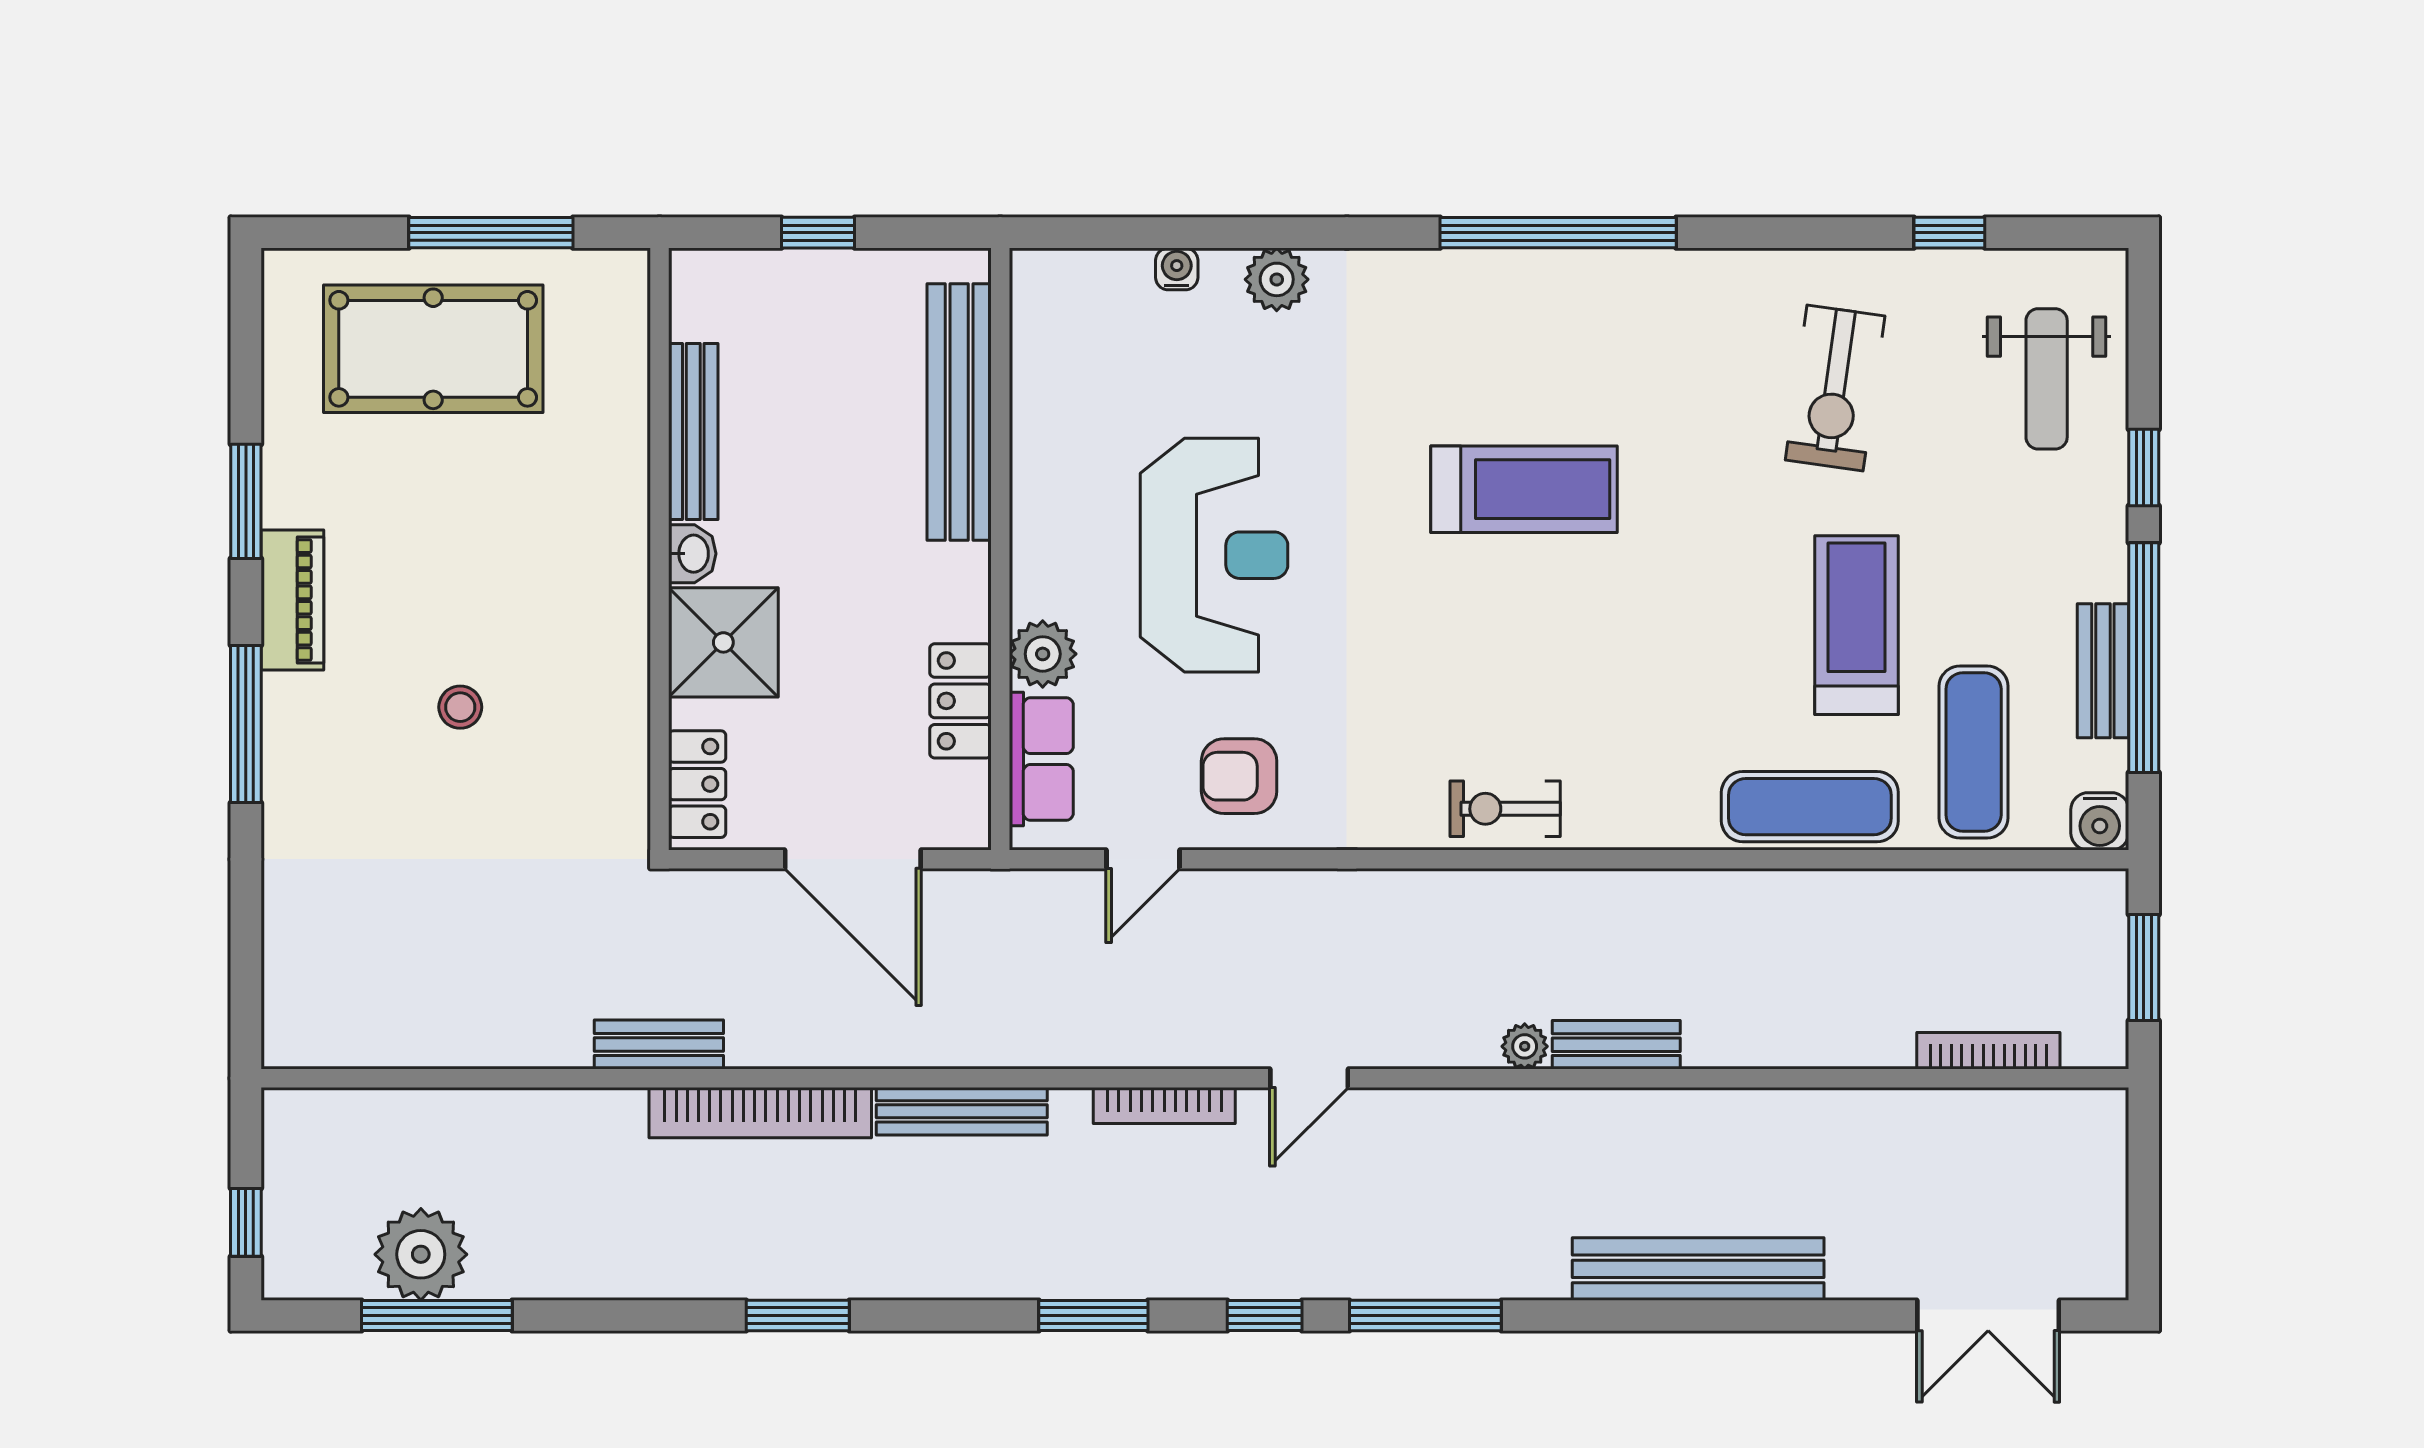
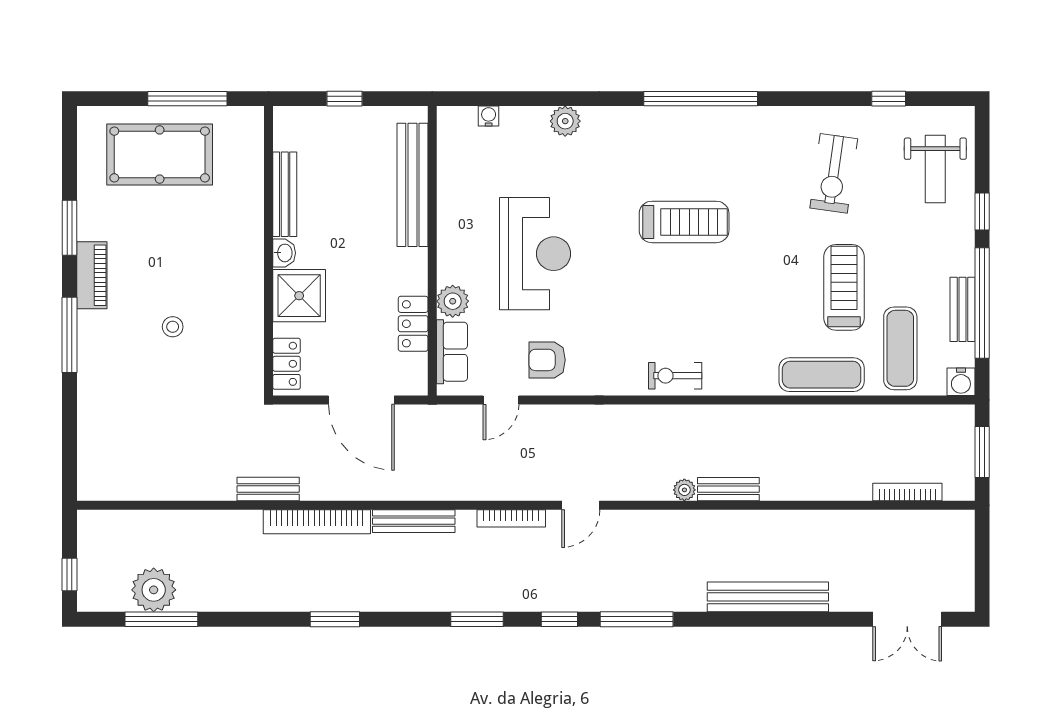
water cooler: (1177, 269) -> (489, 116), moved

